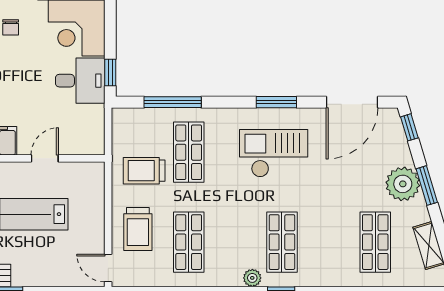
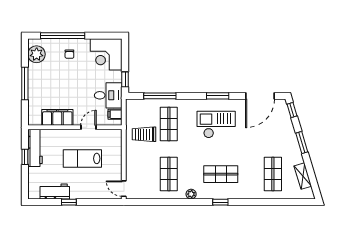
desk: (80, 81) -> (108, 95), moved
filing cabinet: (92, 135) -> (115, 114), added
plant: (403, 184) -> (288, 142), removed
trolley: (138, 229) -> (140, 167), removed
shop shelf: (282, 242) -> (221, 174), turned 90
plant: (252, 278) -> (191, 194), moved

